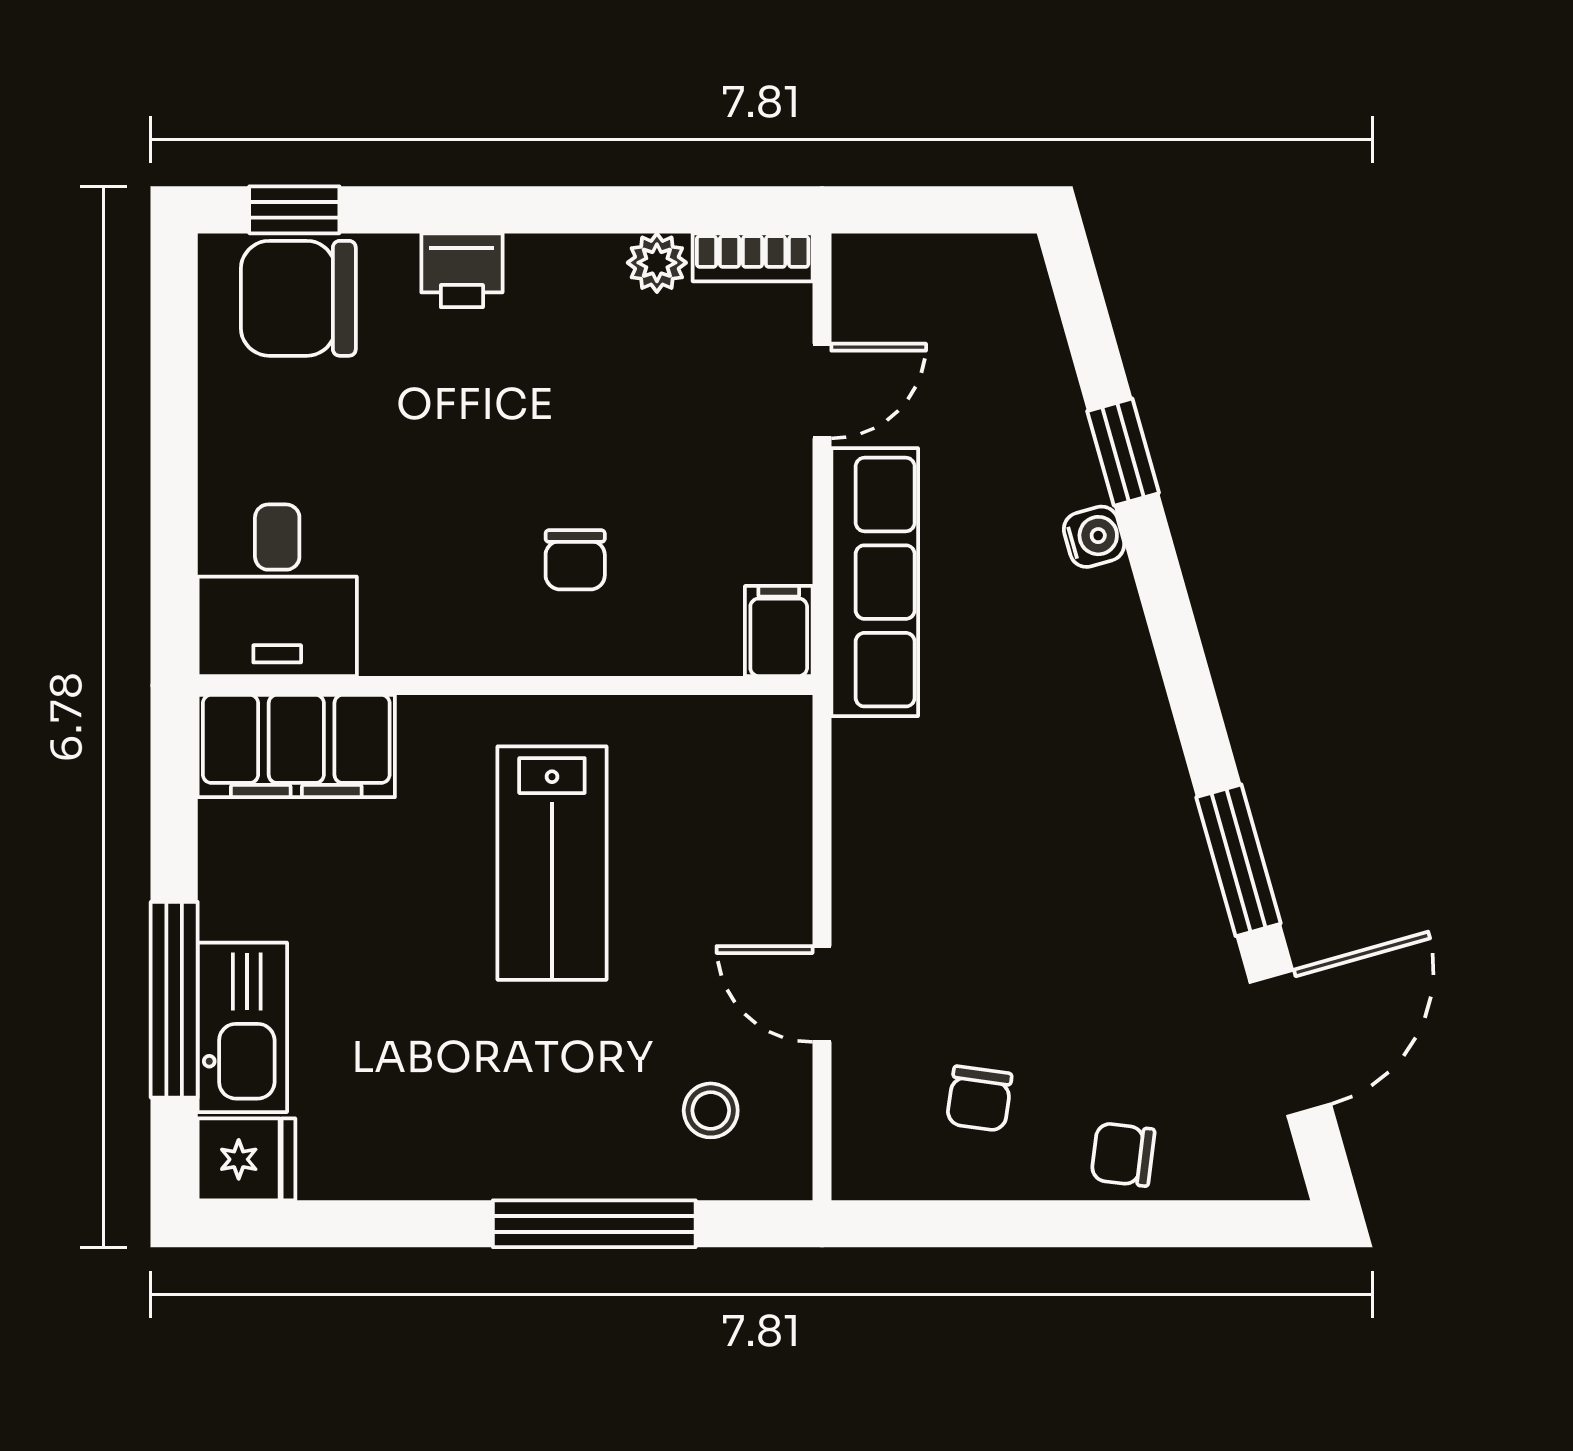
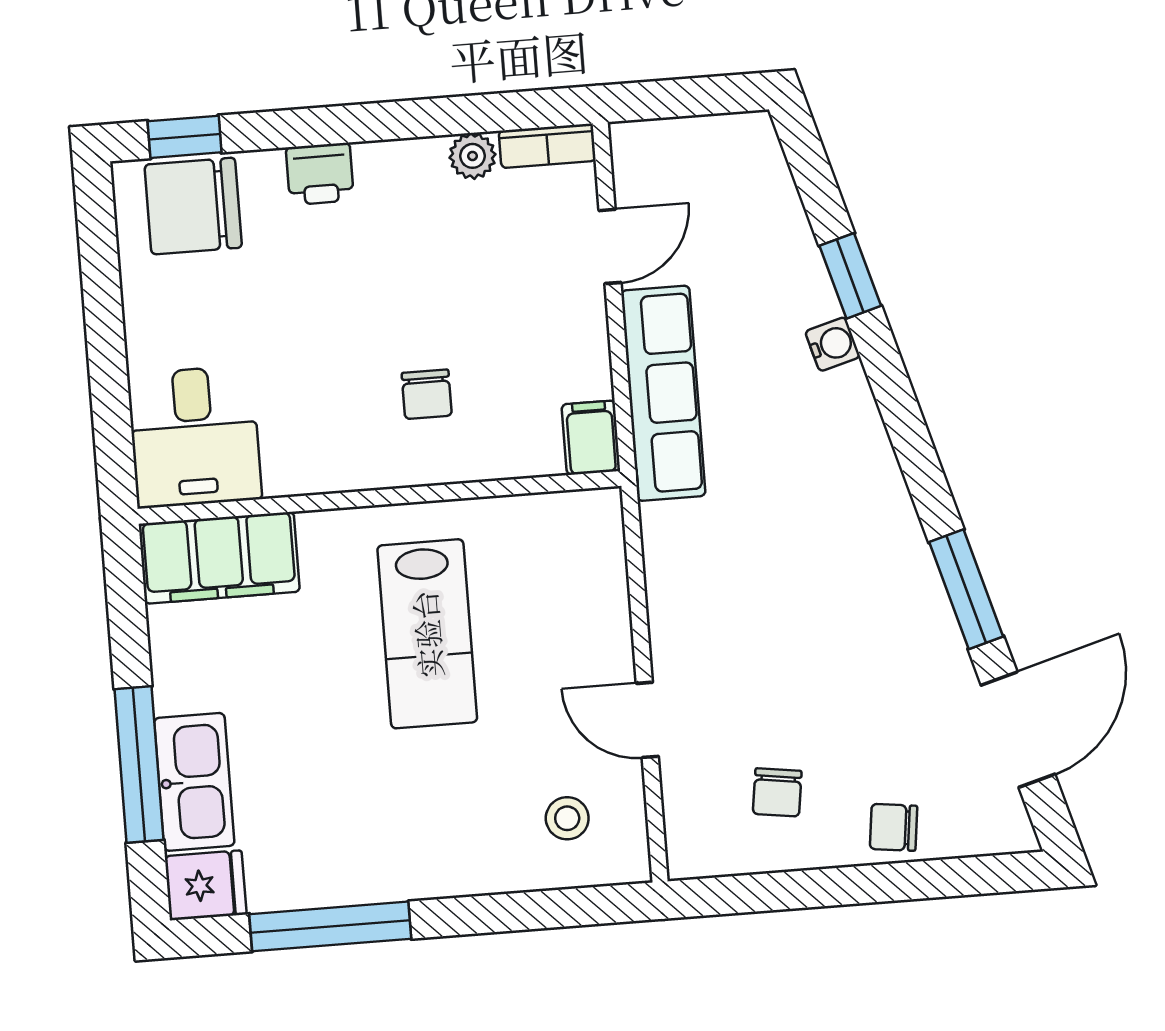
window: (594, 1224) -> (330, 926), moved

